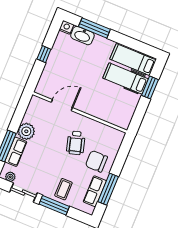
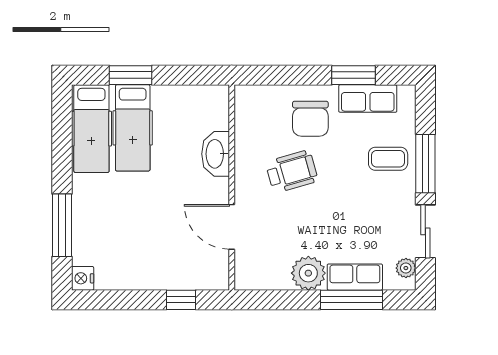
washbasin: (82, 35) -> (216, 154), moved, turned 180
window: (44, 54) -> (181, 300), moved
window: (108, 189) -> (354, 75), width x0.69

